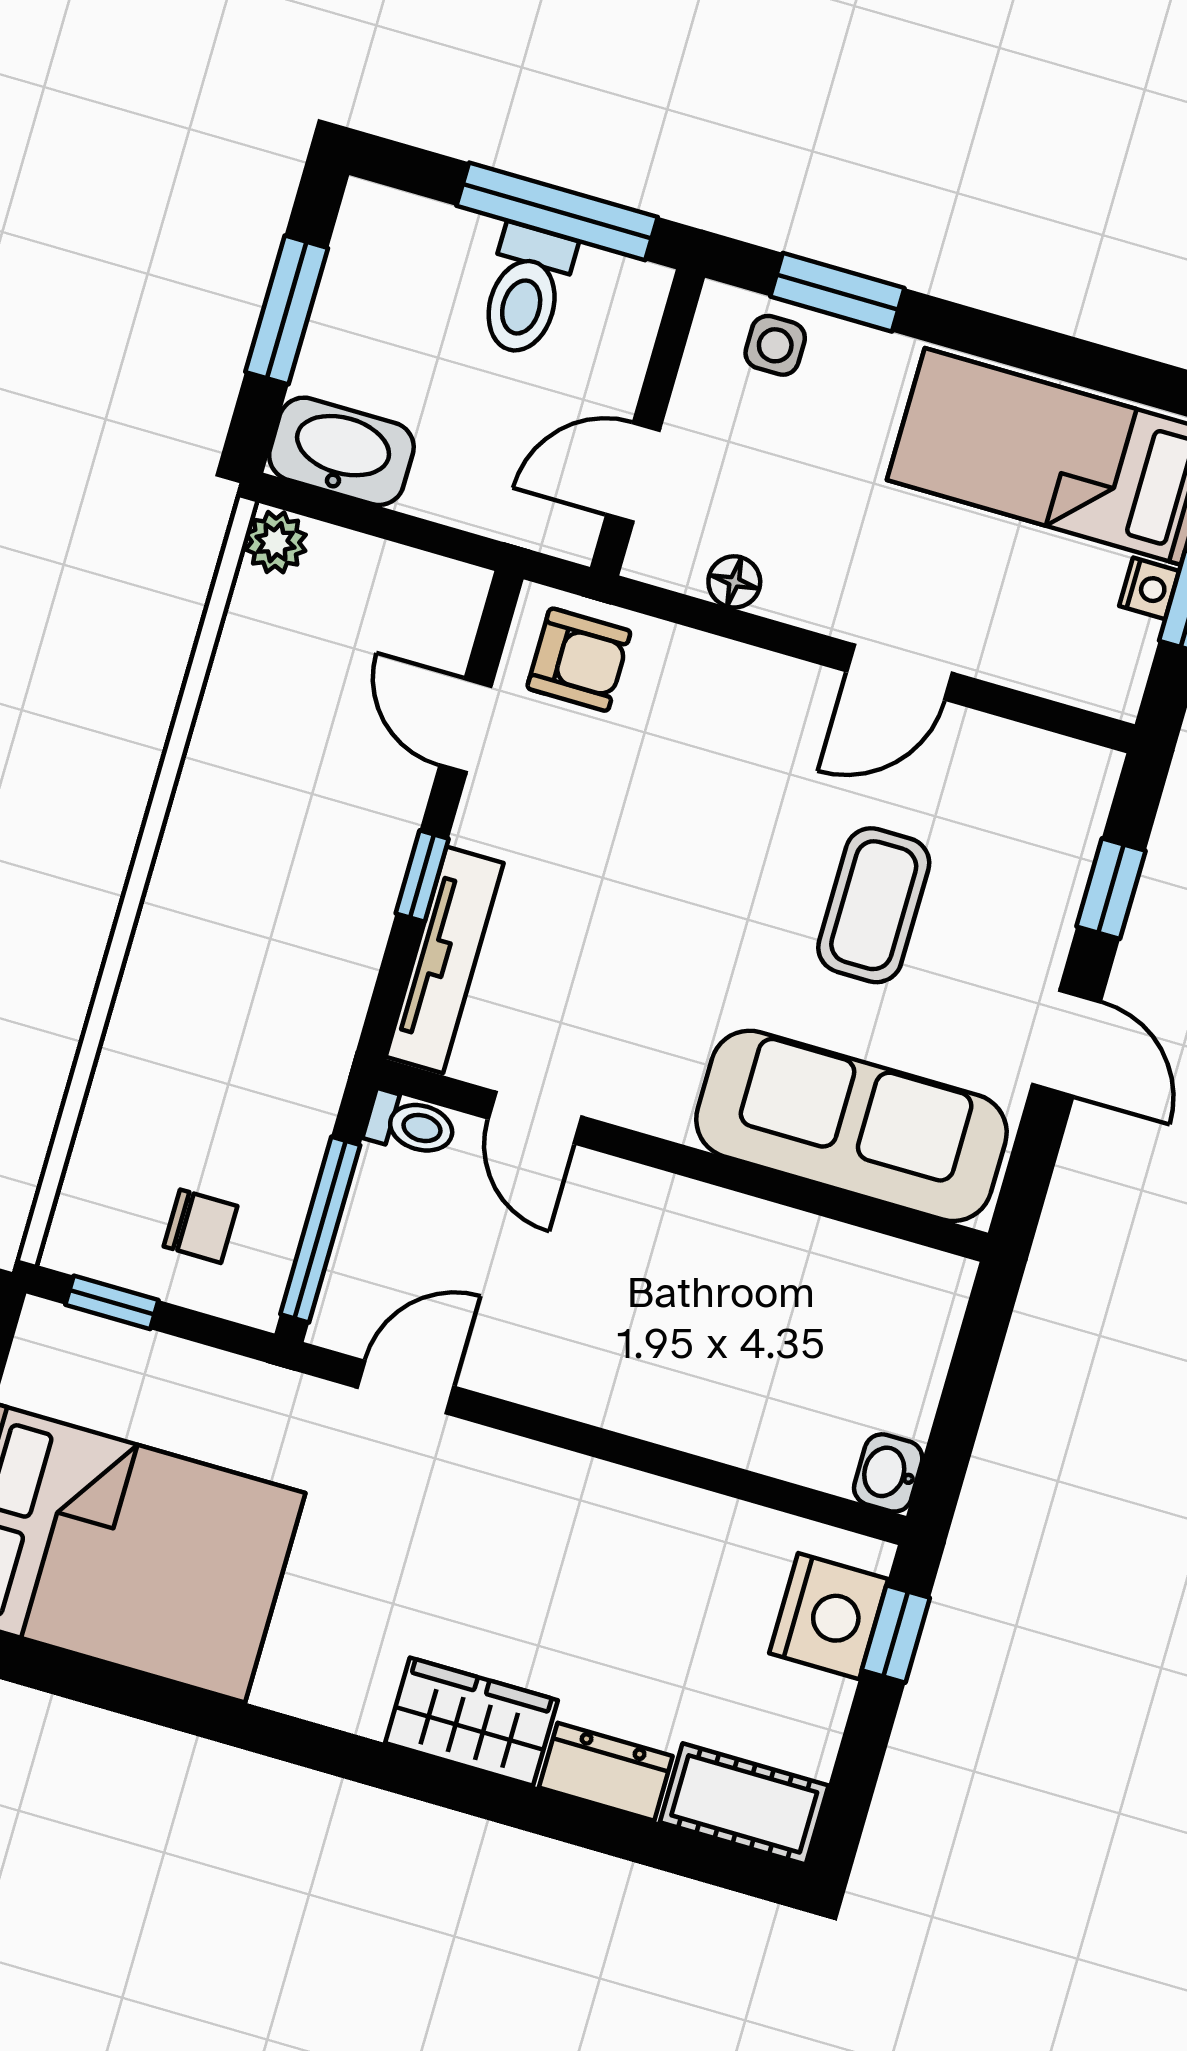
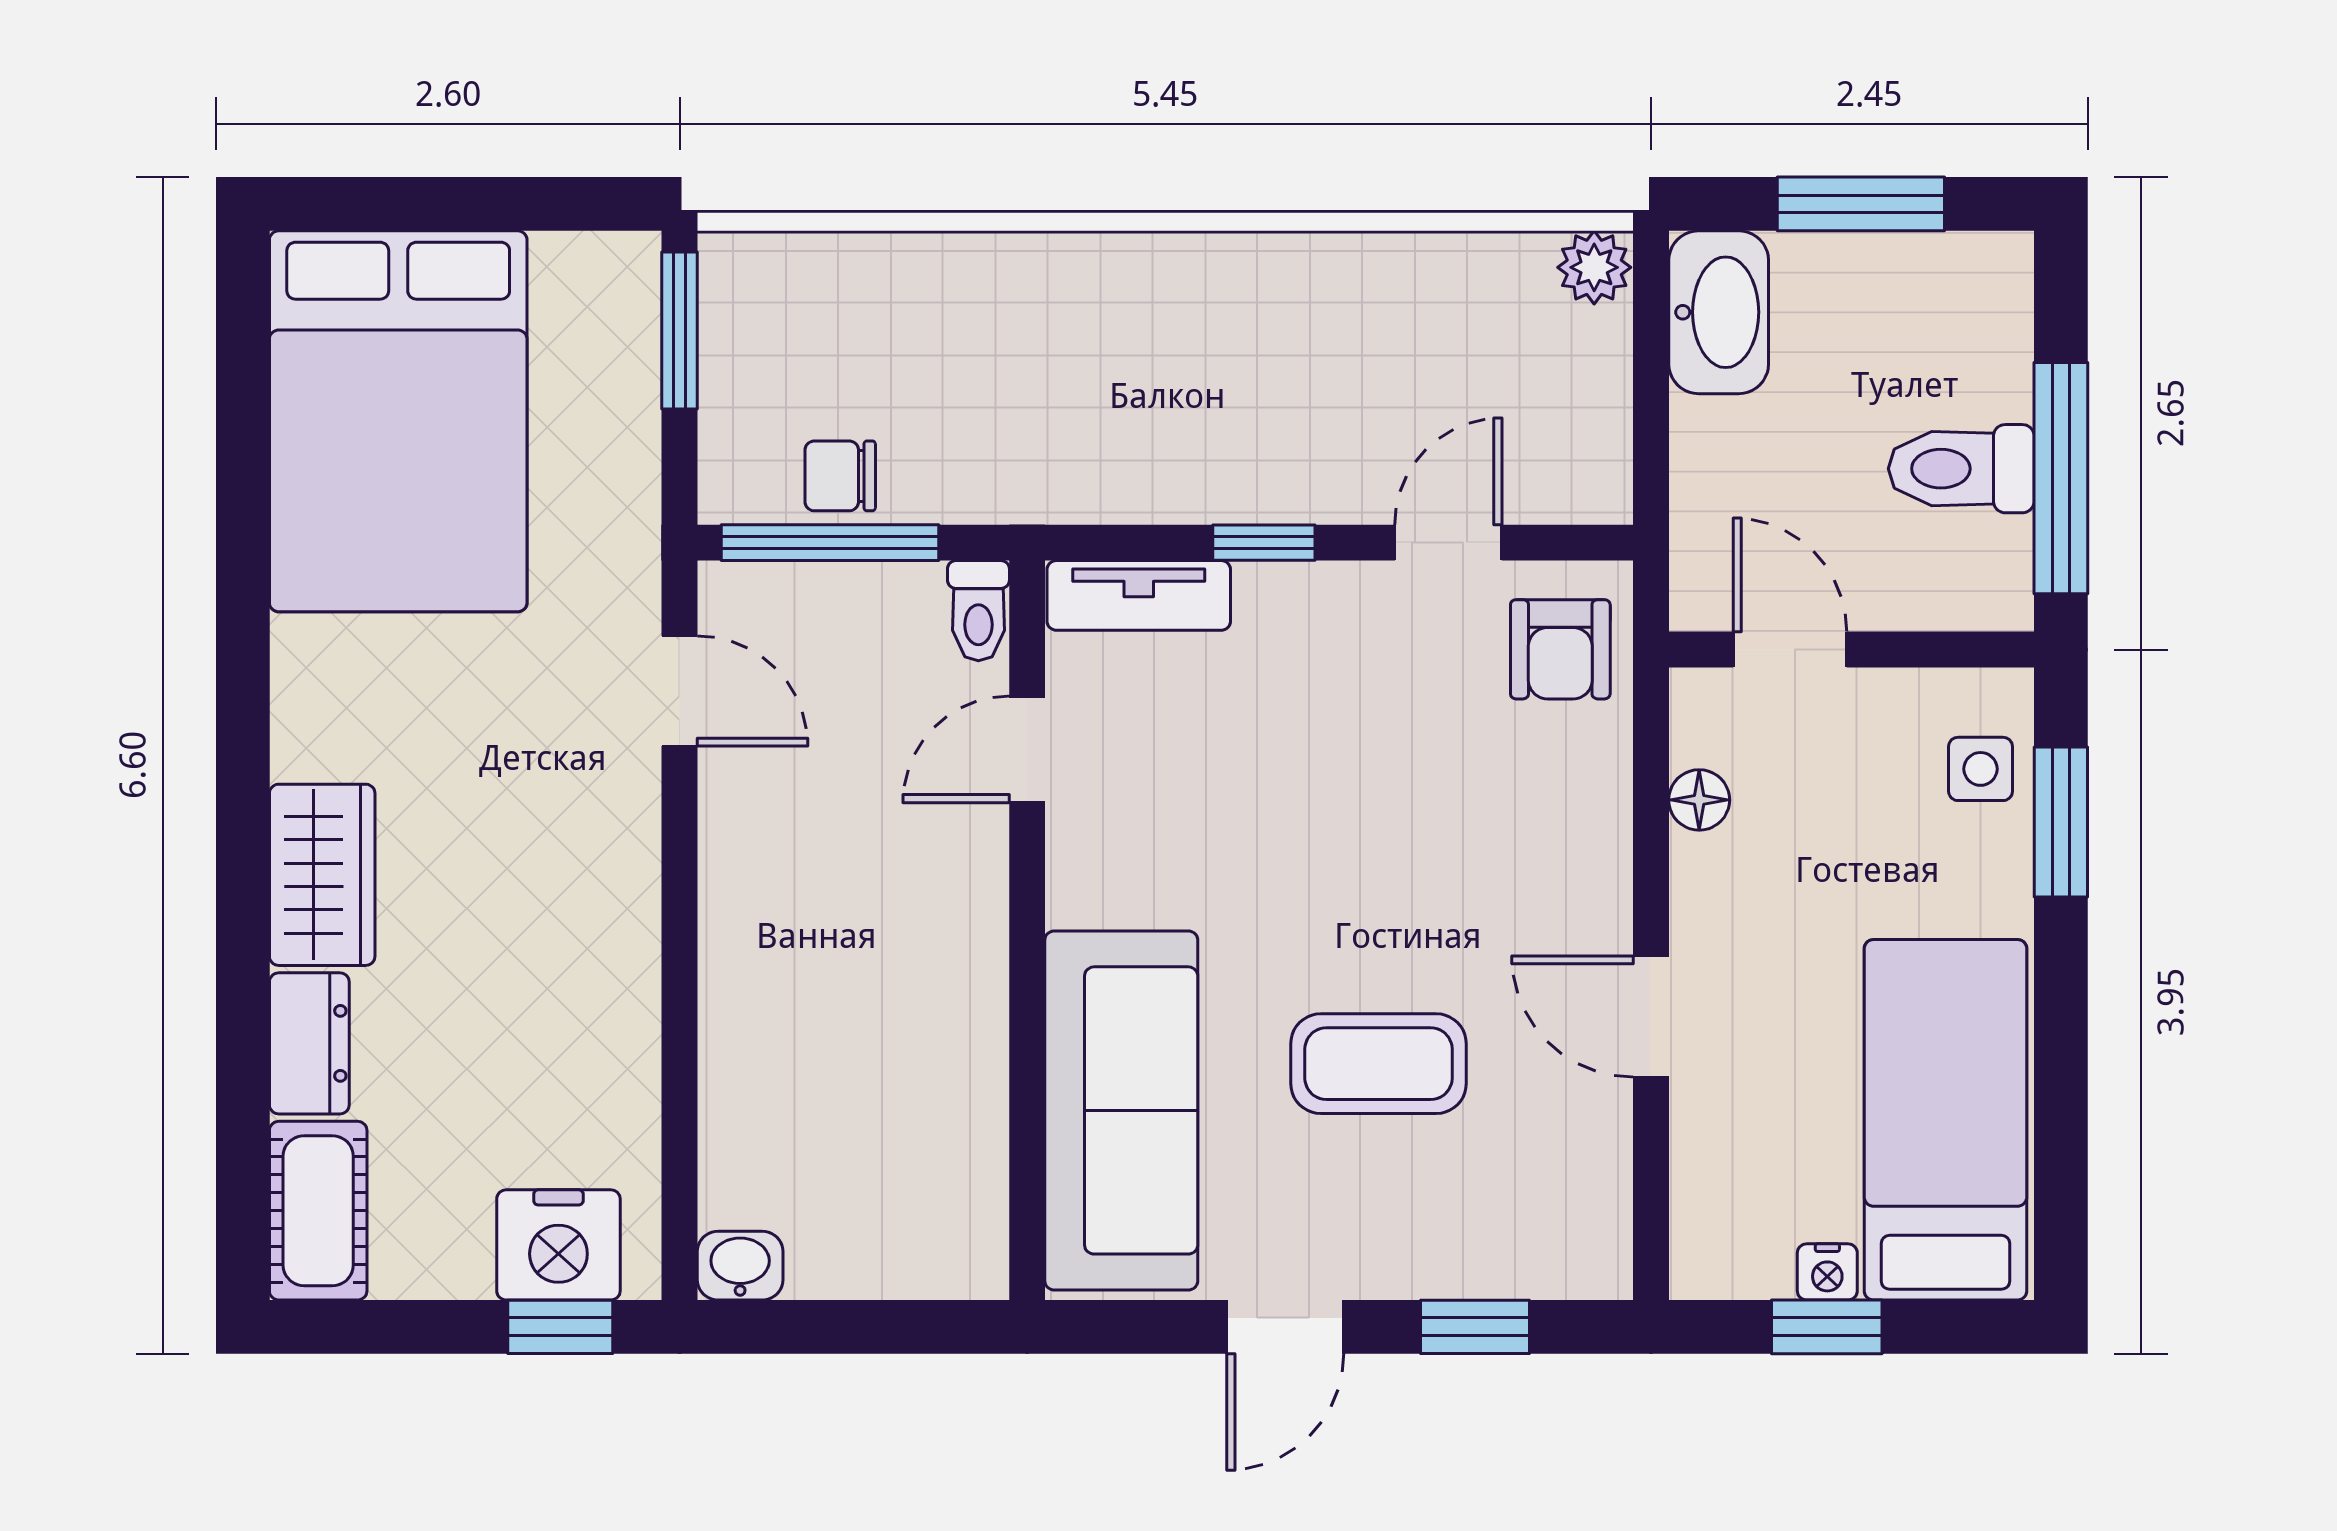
tv unit: (445, 960) -> (1139, 595), width x0.71
chair: (200, 1226) -> (840, 476), moved, turned 90
window: (112, 1302) -> (680, 330), width x1.50

